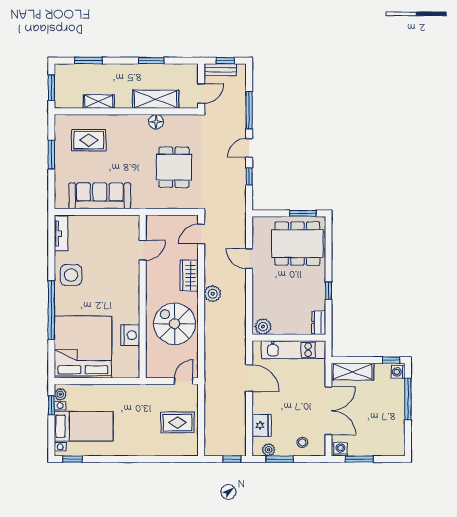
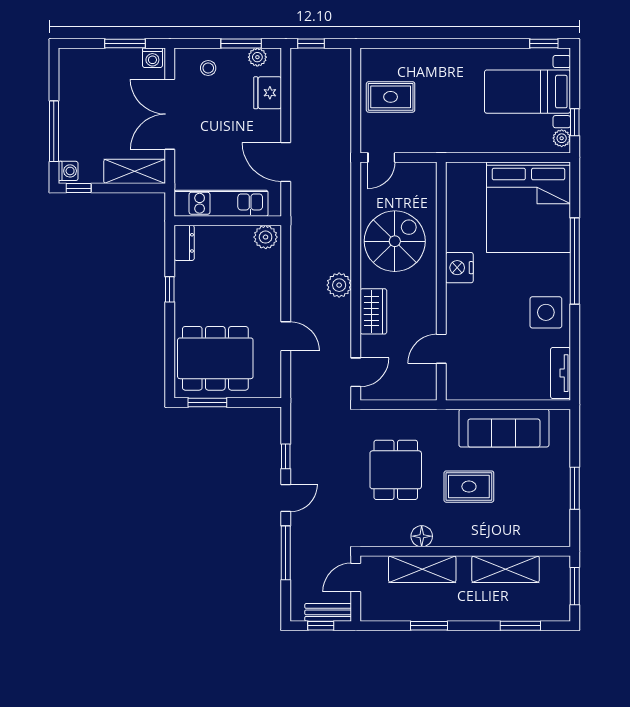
shelving: (99, 102) -> (506, 569), width x1.50, depth x1.33
rug: (89, 140) -> (469, 487), moved
spiral stairs: (174, 324) -> (395, 241), turned -90
nightstand: (130, 335) -> (459, 268), moved

